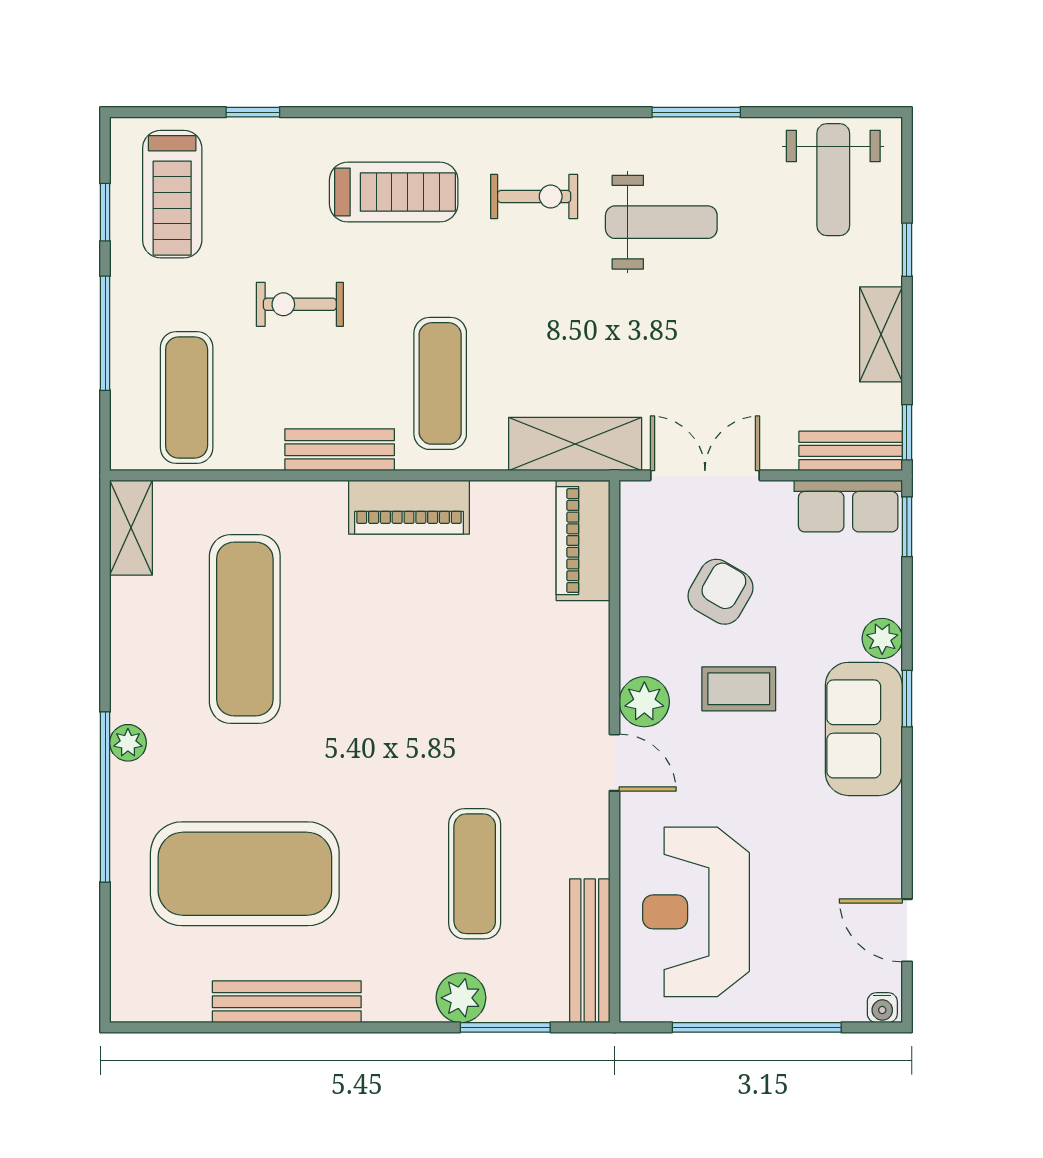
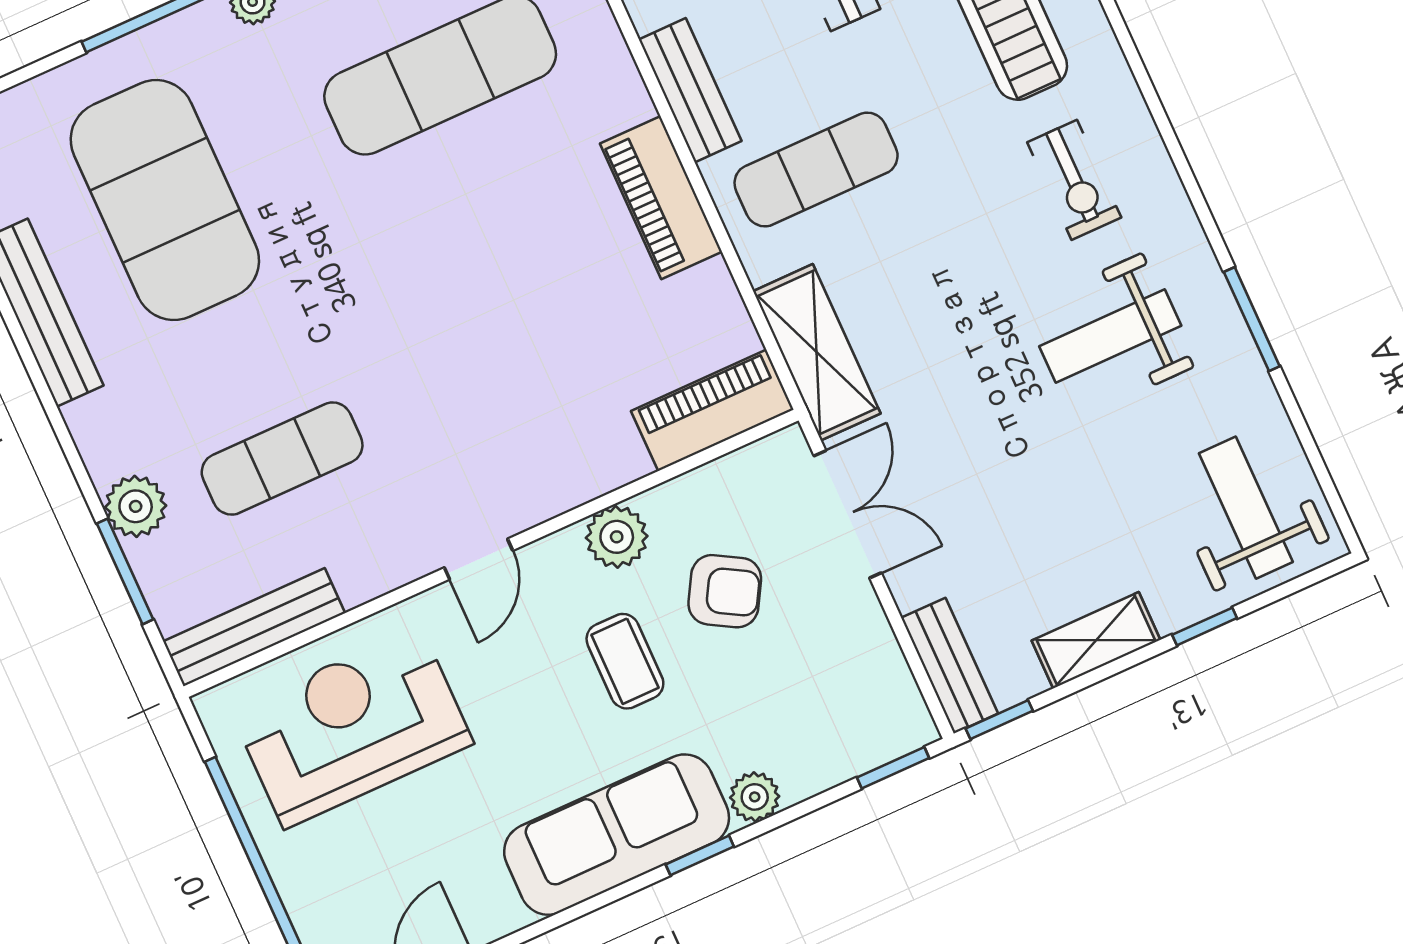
weight bench: (833, 180) -> (1246, 508), turned 90
weight bench: (661, 222) -> (1110, 336), turned 90
row of seats: (848, 506) -> (886, 691), removed
plant: (644, 702) -> (617, 537), moved
sofa: (864, 729) -> (617, 835), width x1.36

